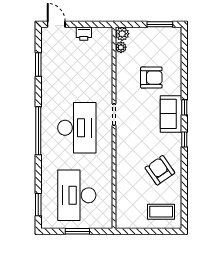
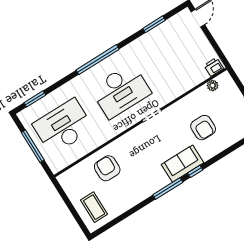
printer: (84, 34) -> (214, 67), moved, turned 90
plant: (122, 34) -> (225, 79), removed
window: (184, 140) -> (168, 189), width x2.17
armchair: (160, 170) -> (107, 168), moved, turned -55
window: (77, 231) -> (33, 146), width x1.44

